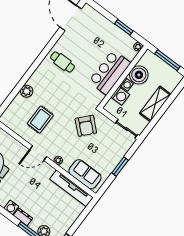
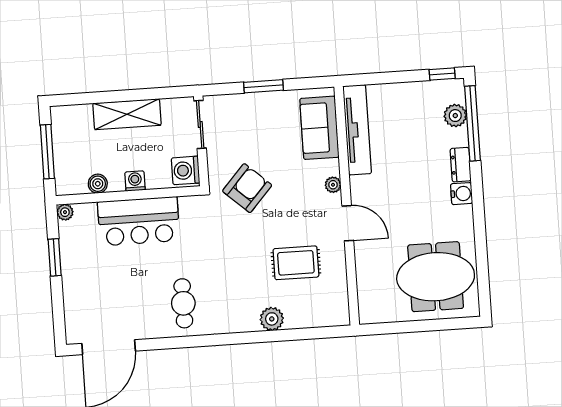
boiler: (139, 75) -> (98, 184), width x0.54, depth x0.54
washing machine: (120, 96) -> (186, 170), moved, turned -90

